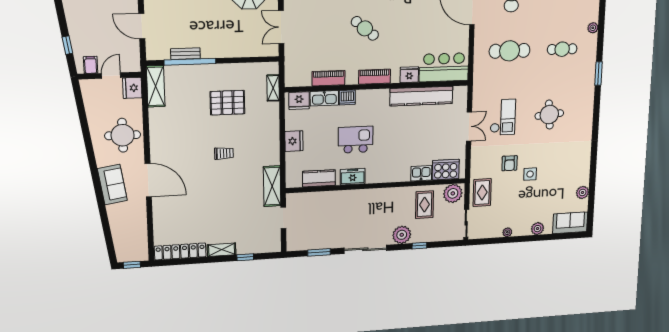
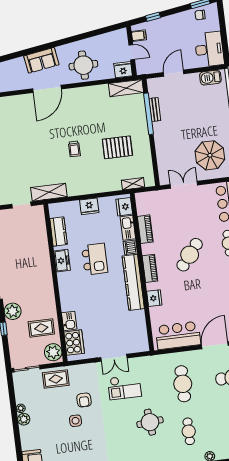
cafe table: (365, 28) -> (190, 255), width x1.37, depth x1.35
bar counter: (444, 67) -> (178, 335), moved, turned -90
kitchen counter: (421, 96) -> (133, 282), moved
pallet: (227, 103) -> (117, 147), turned 90
round table: (549, 115) -> (150, 422), moved
armchair: (510, 163) -> (84, 400), turned -90
plant: (538, 229) -> (24, 419), moved

